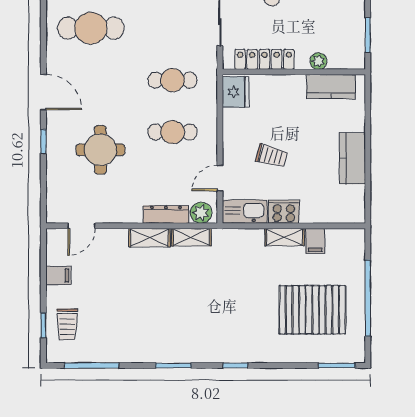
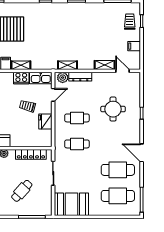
door: (43, 92) -> (142, 153), moved
fridge: (236, 92) -> (45, 122), moved
door: (82, 226) -> (122, 71), hinge flipped
shelving: (149, 238) -> (105, 65), moved

